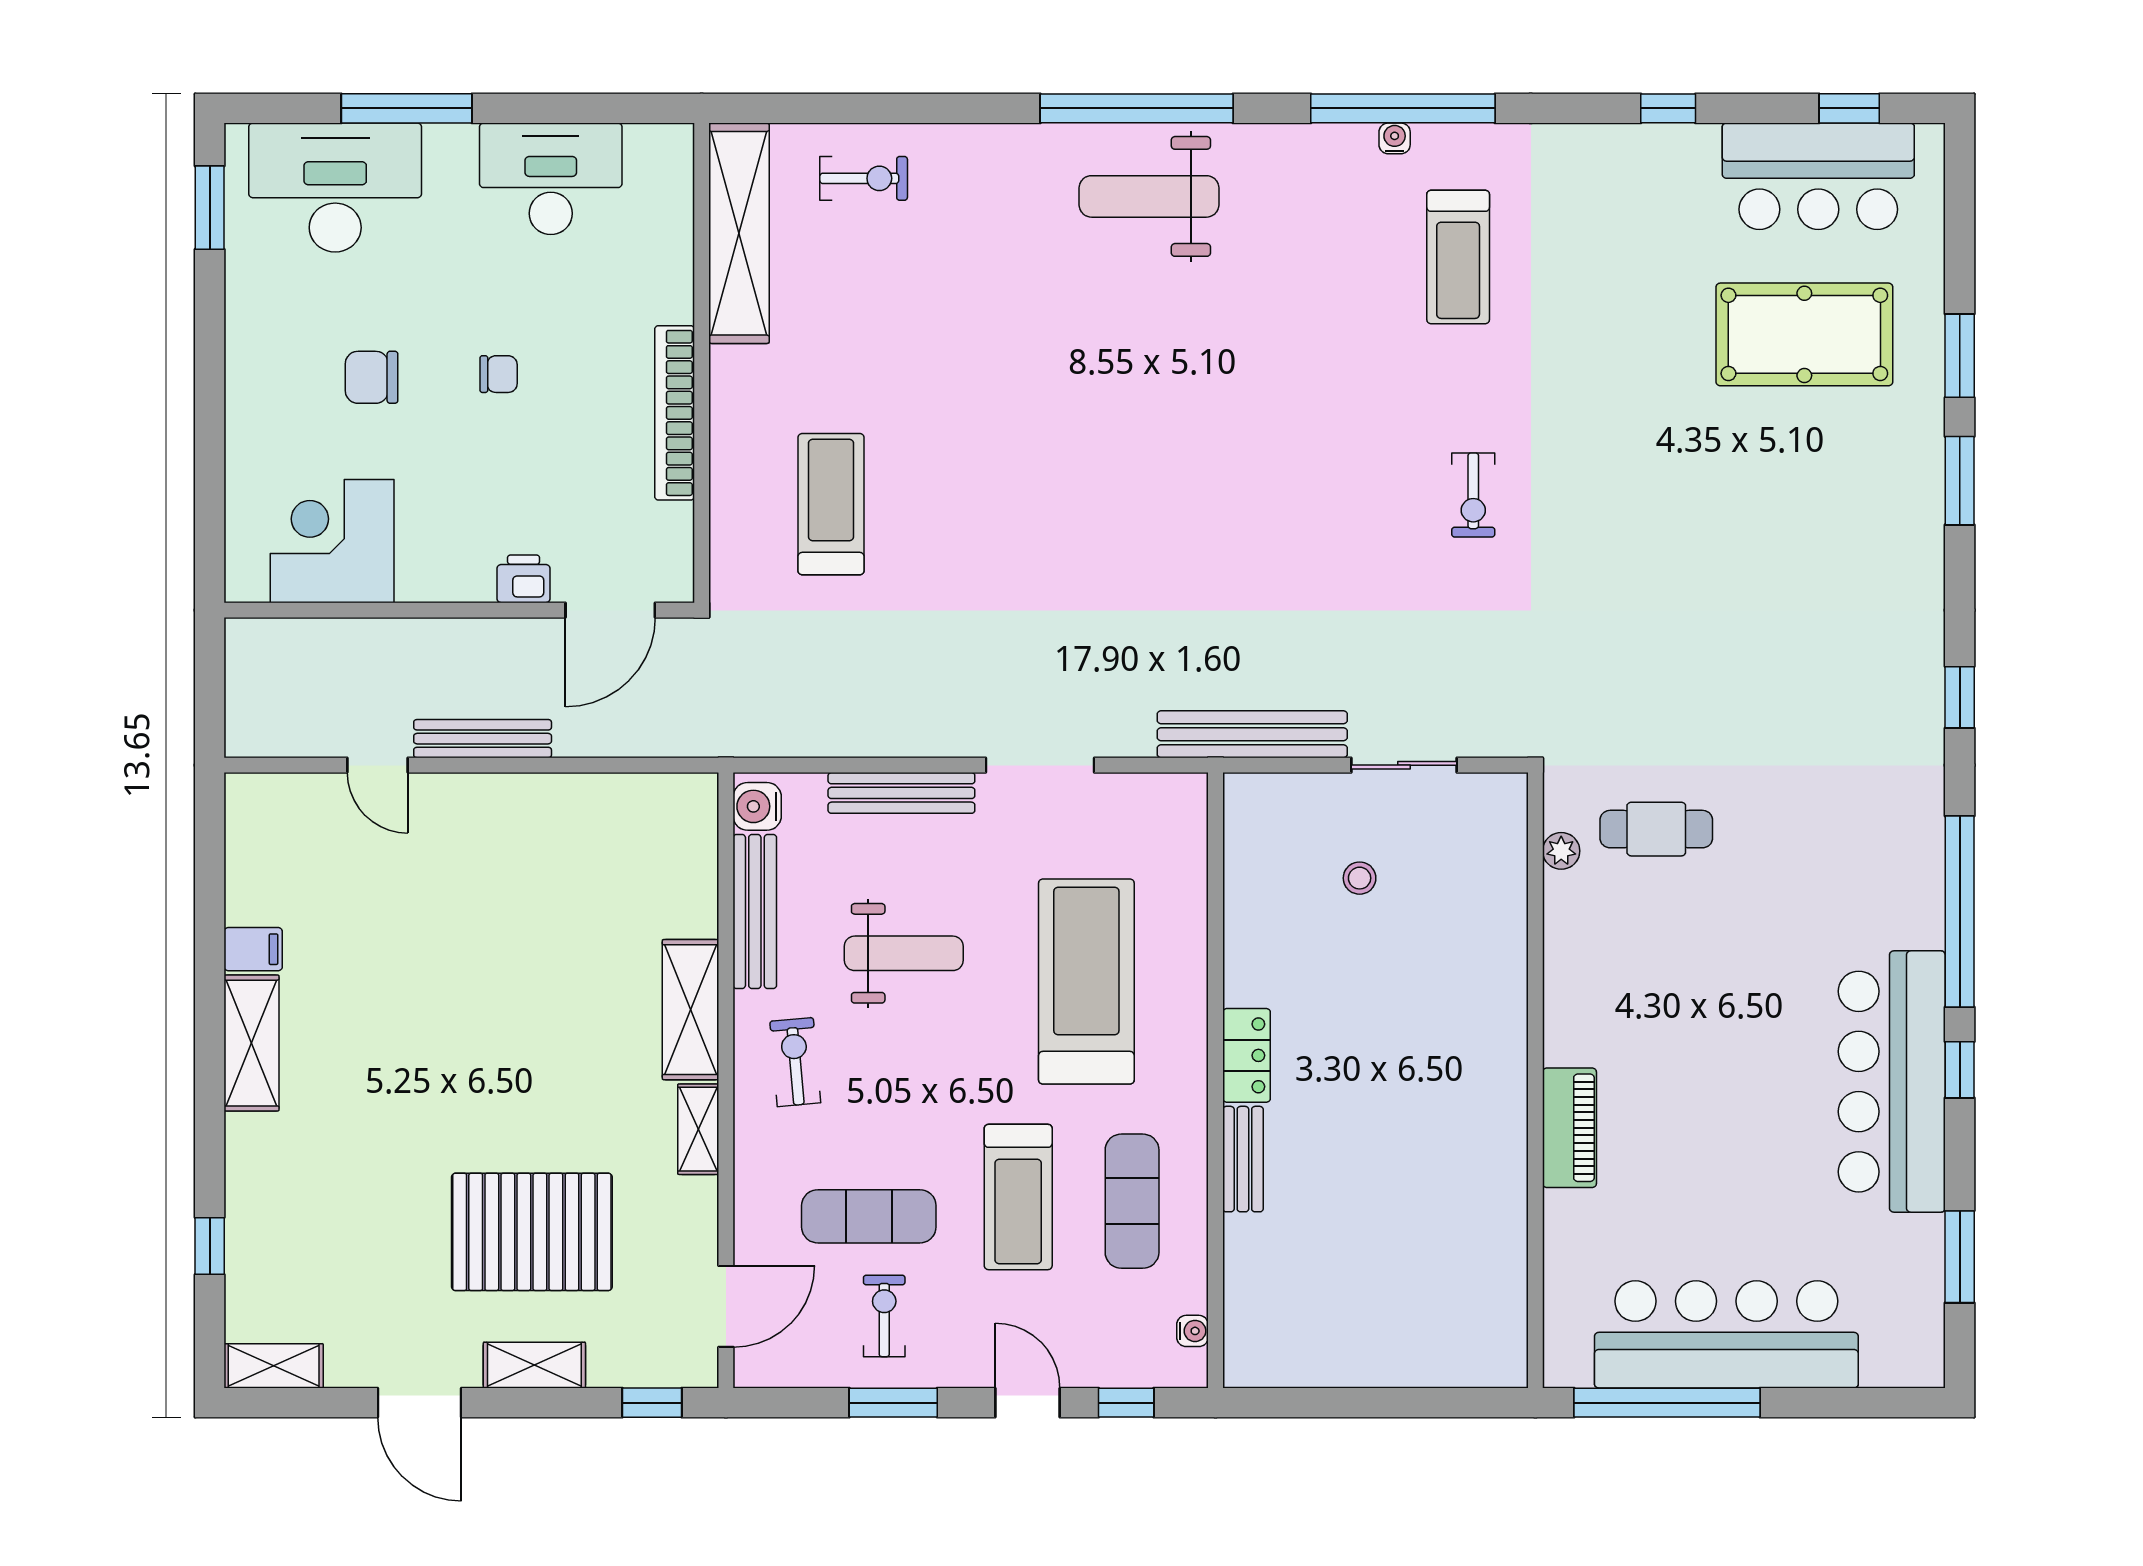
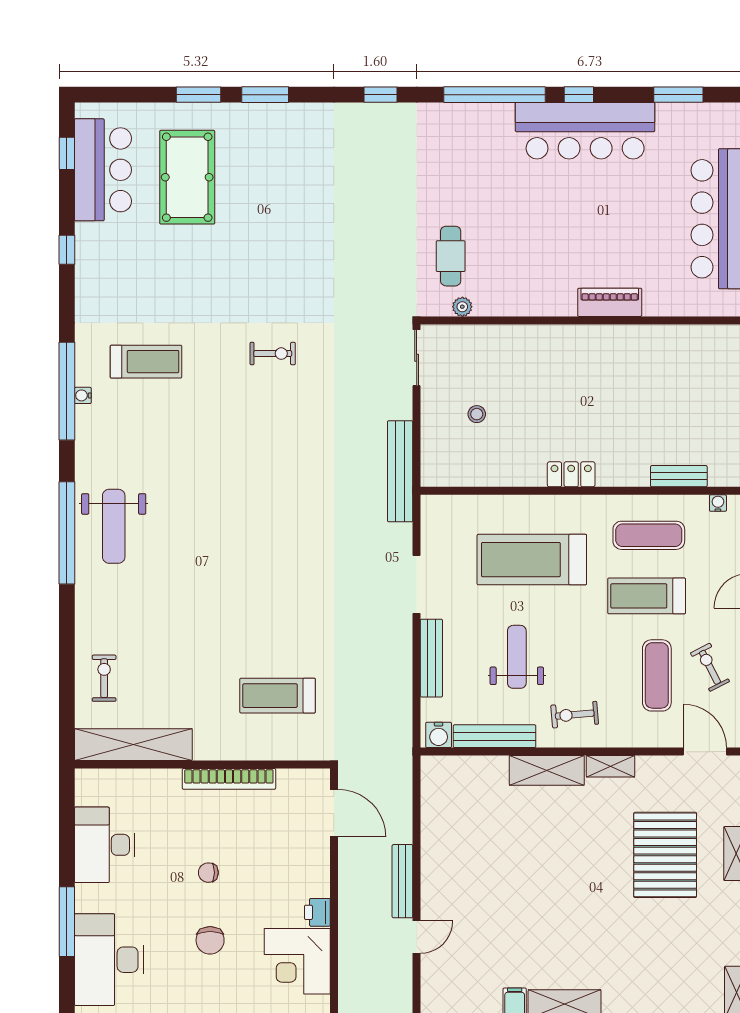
chair: (499, 374) -> (208, 873), turned -90
printer: (524, 579) -> (317, 912), moved
sliding door: (1404, 765) -> (417, 358), moved
bench: (1243, 1159) -> (679, 476), moved
treadmill: (1018, 1197) -> (647, 596), turned 180
exercise bike: (884, 1316) -> (710, 667), turned 63

